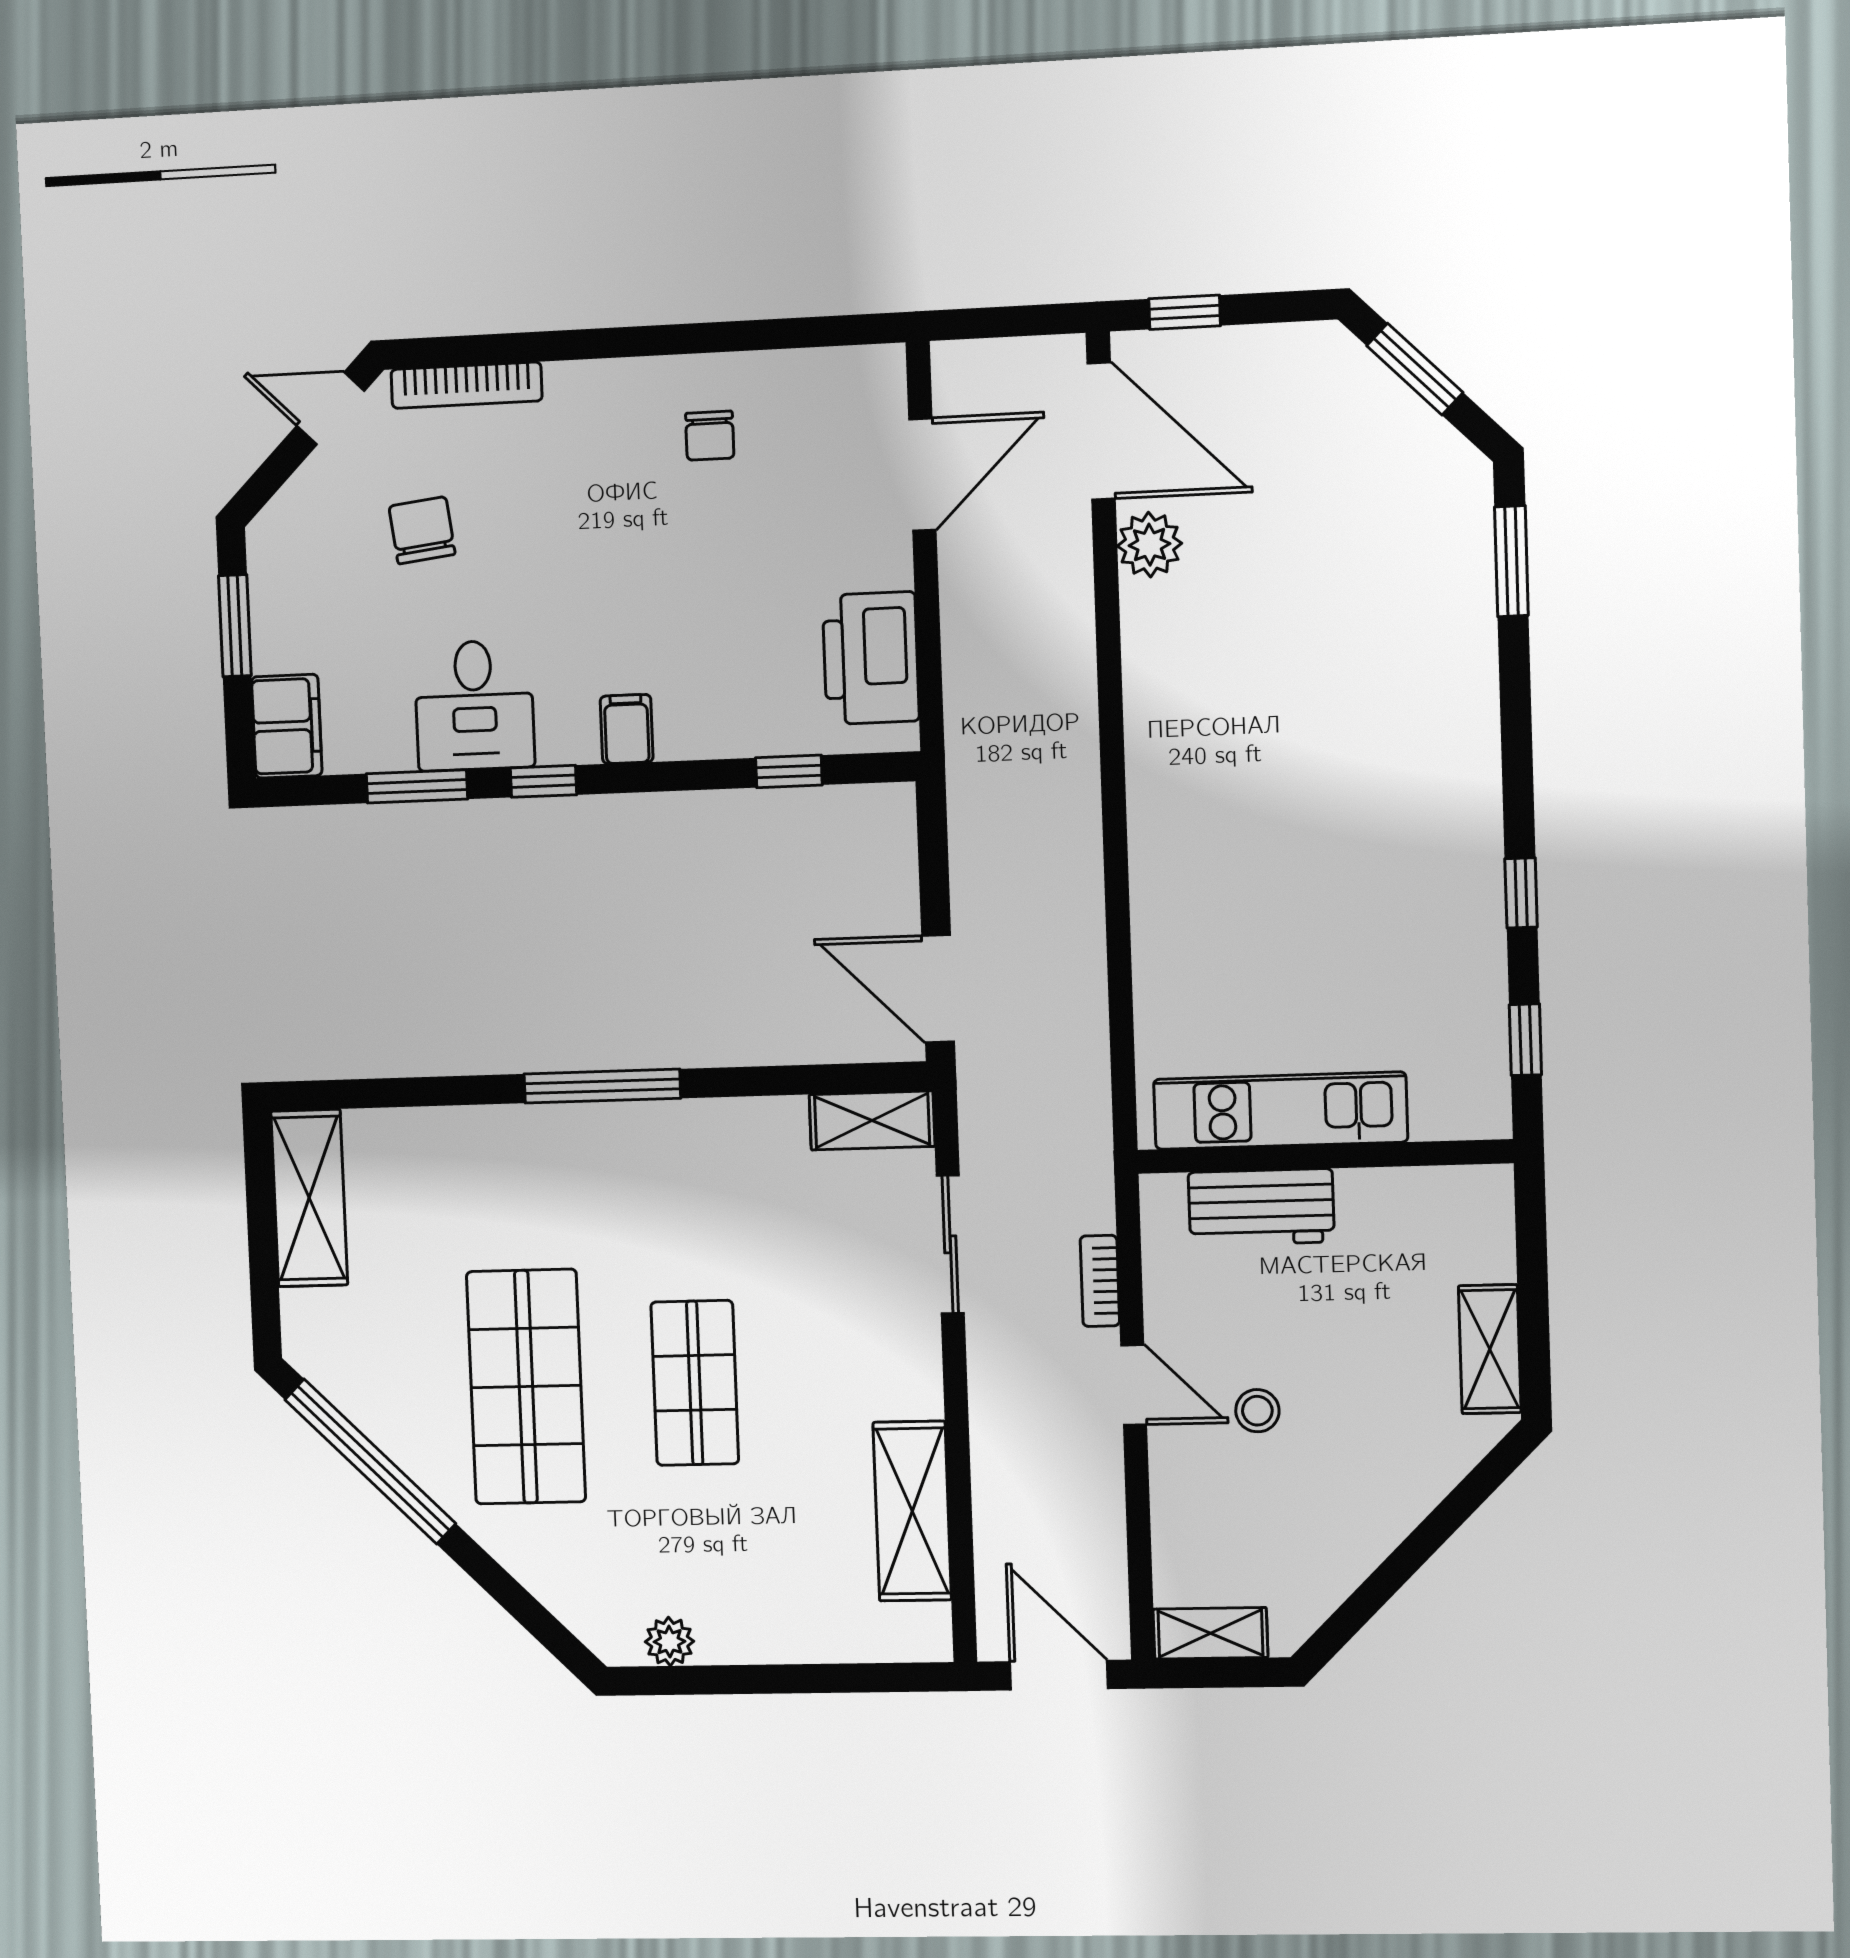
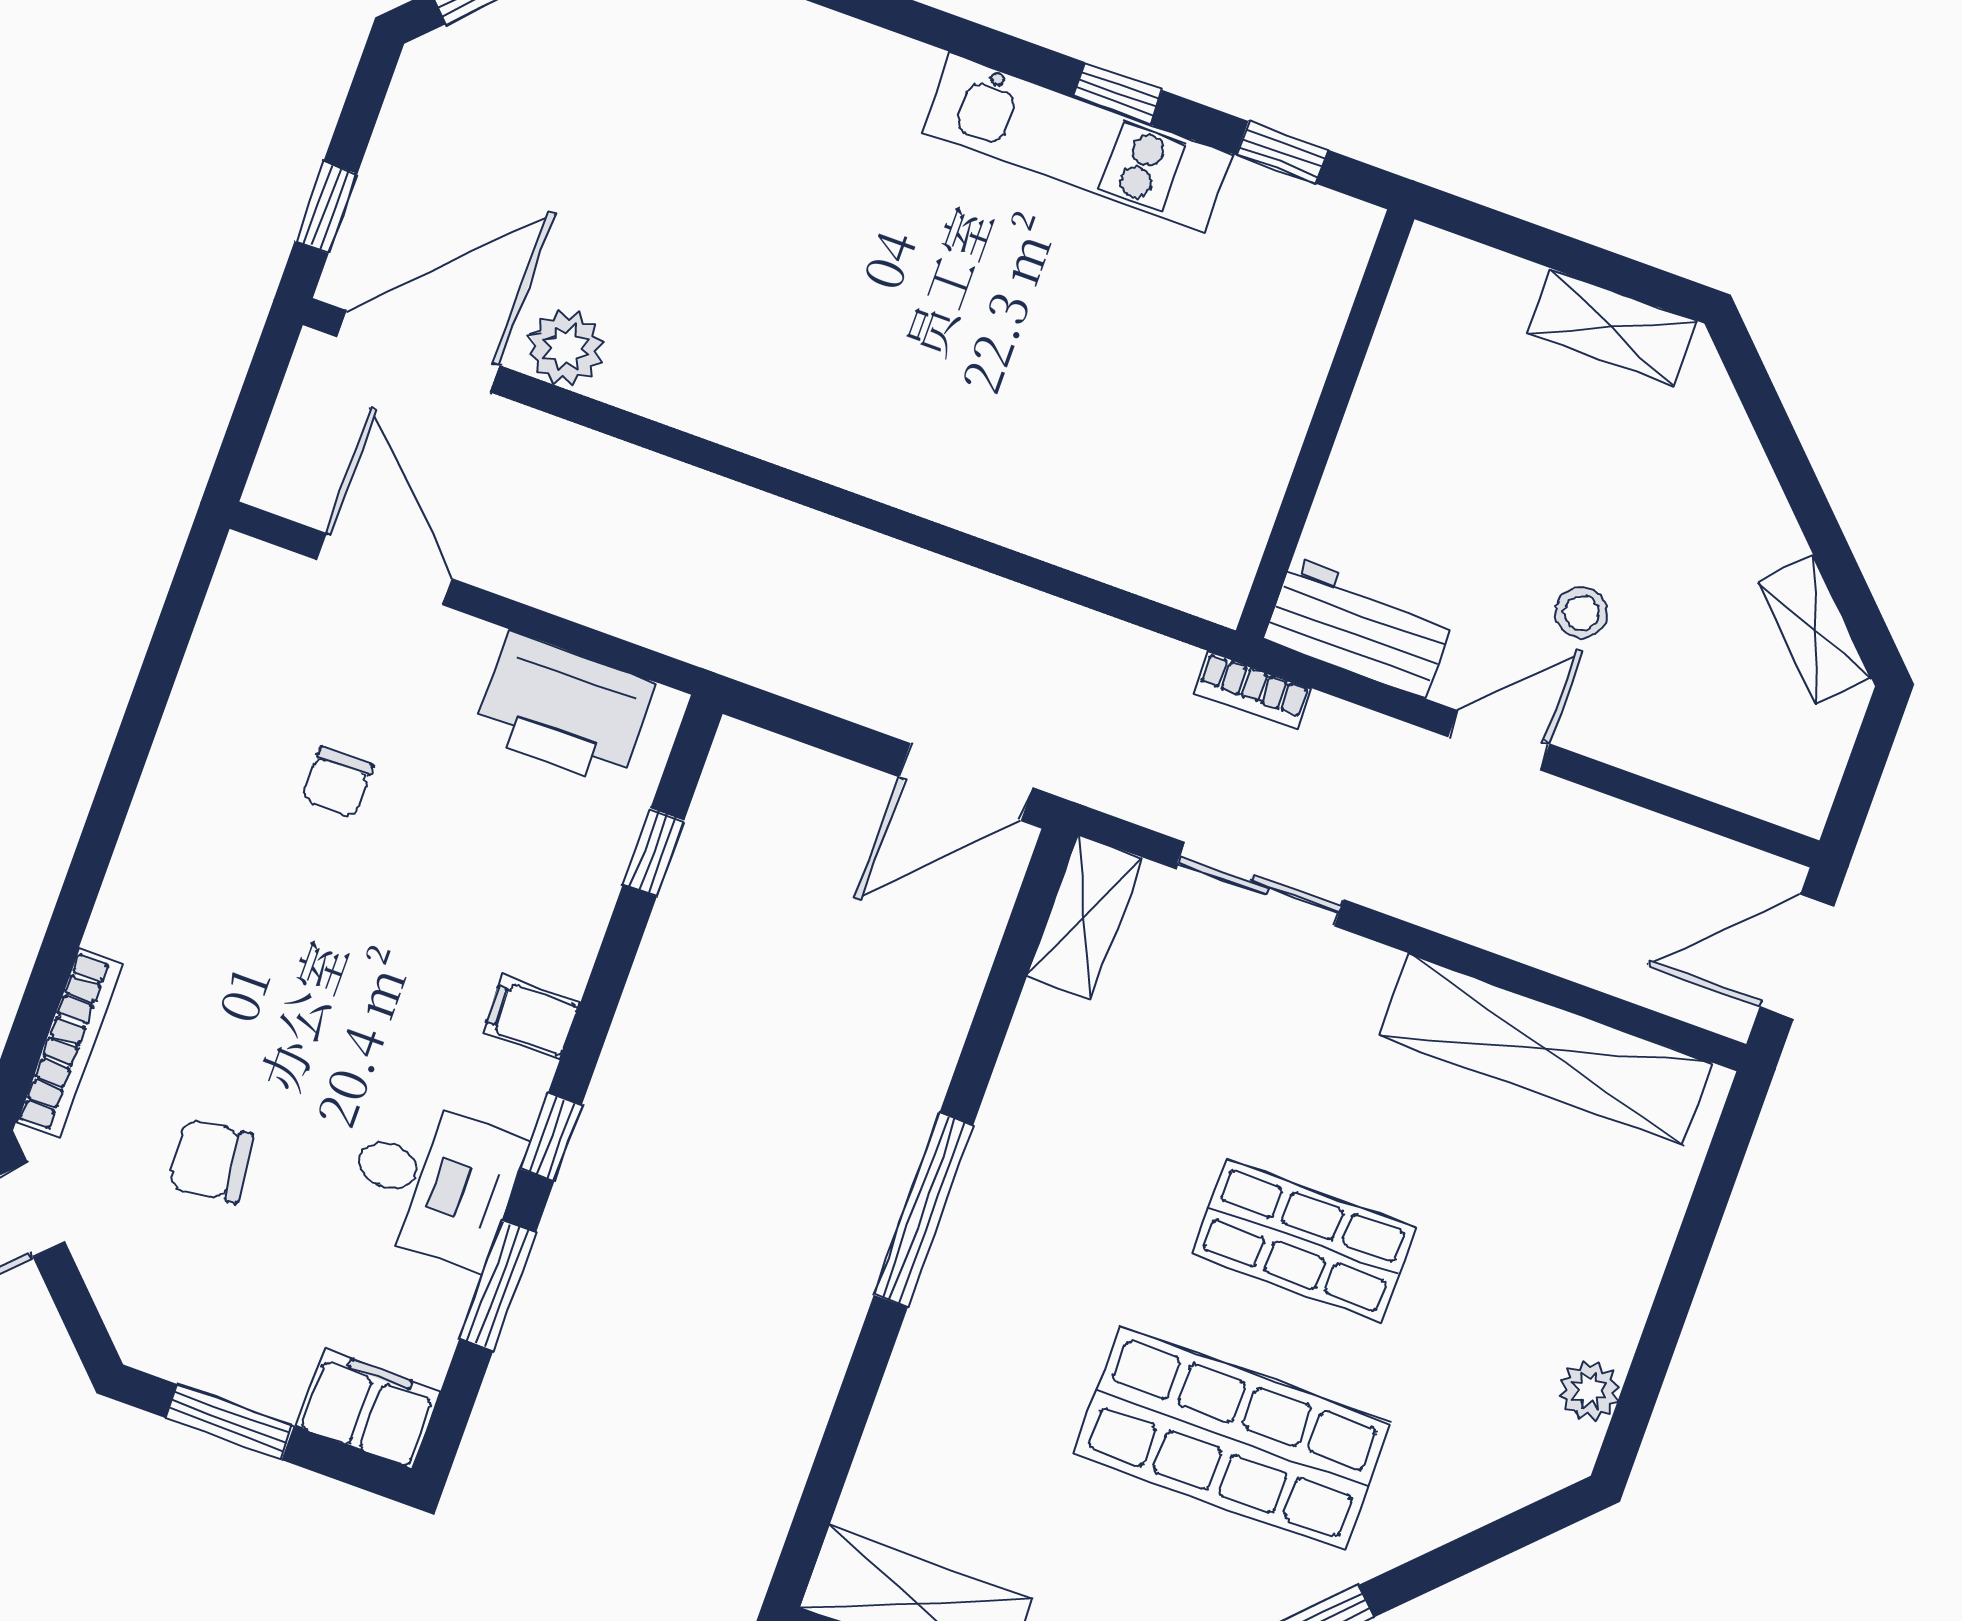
chair: (710, 436) -> (338, 782), moved, turned 90
kitchen unit: (1280, 1111) -> (1077, 143), moved, turned -90
workbench: (1261, 1207) -> (1359, 627), moved, turned -90
bookcase: (1100, 1281) -> (1252, 690), moved
shelving: (912, 1511) -> (1546, 1049), width x1.47
shelving: (1210, 1633) -> (1815, 630), moved, turned -45

